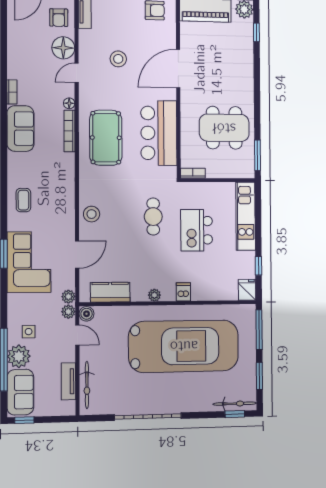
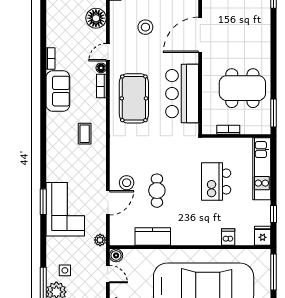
door: (77, 73) -> (108, 52), moved
bookcase: (69, 131) -> (101, 86), width x0.64
bookcase: (193, 173) -> (228, 130), moved
coffee table: (23, 200) -> (85, 134), moved
stool: (92, 214) -> (127, 183), moved
cafe table: (153, 217) -> (157, 191), moved
kitchen counter: (110, 292) -> (153, 237), moved
dishwasher: (183, 292) -> (228, 237), moved
plant: (154, 295) -> (177, 240), removed
plant: (68, 312) -> (100, 253), removed

